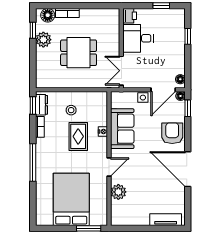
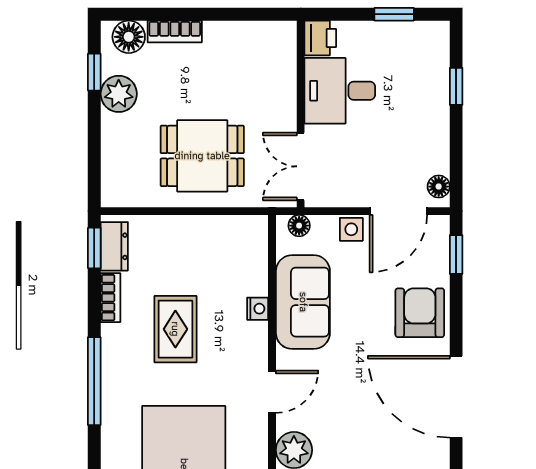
dining table: (79, 53) -> (202, 156), moved
floor lamp: (180, 96) -> (299, 226), moved
stool: (71, 110) -> (183, 259), removed
rug: (78, 136) -> (175, 329), moved

